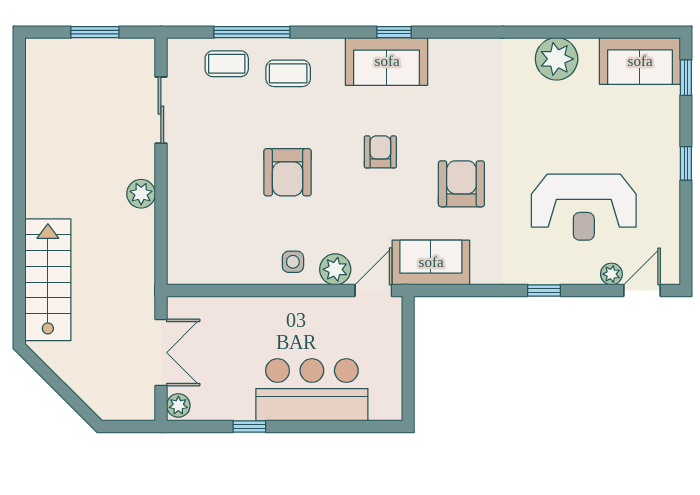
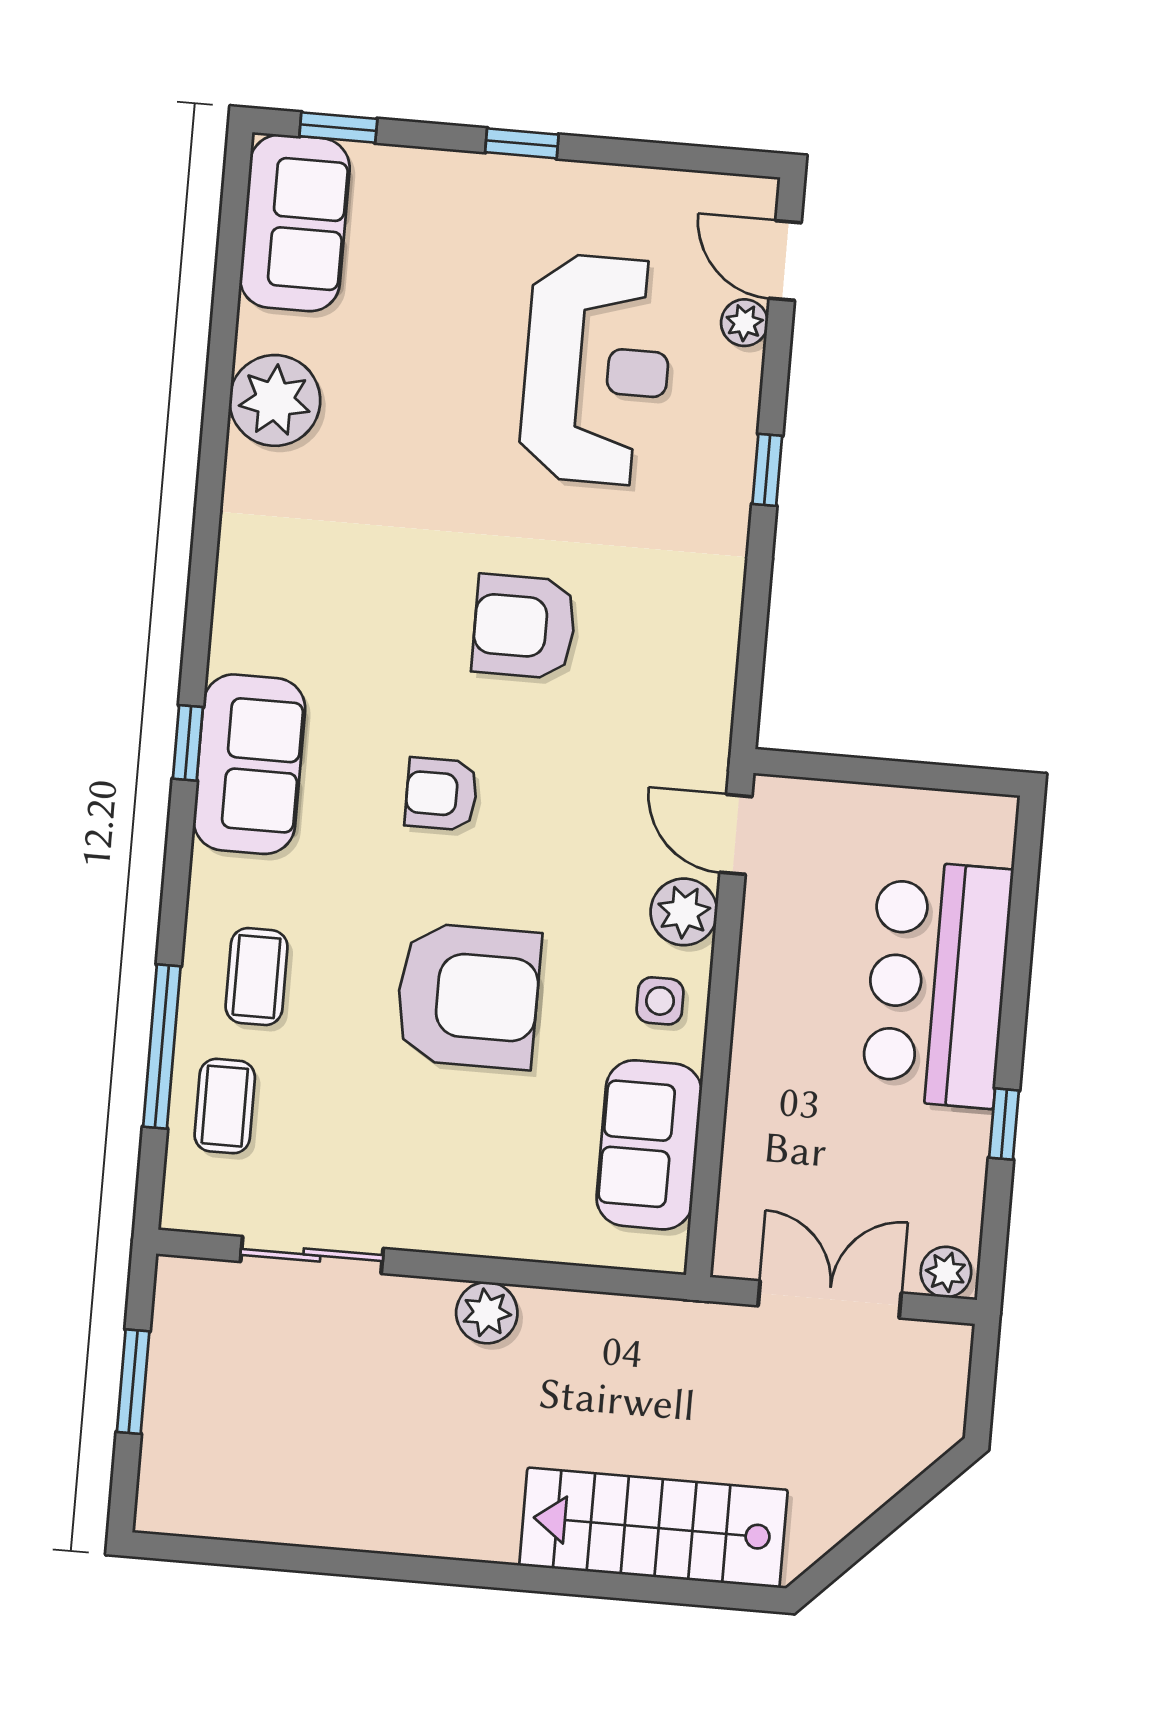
armchair: (288, 172) -> (468, 996), width x1.36, depth x1.36
sofa: (431, 262) -> (649, 1145), moved

